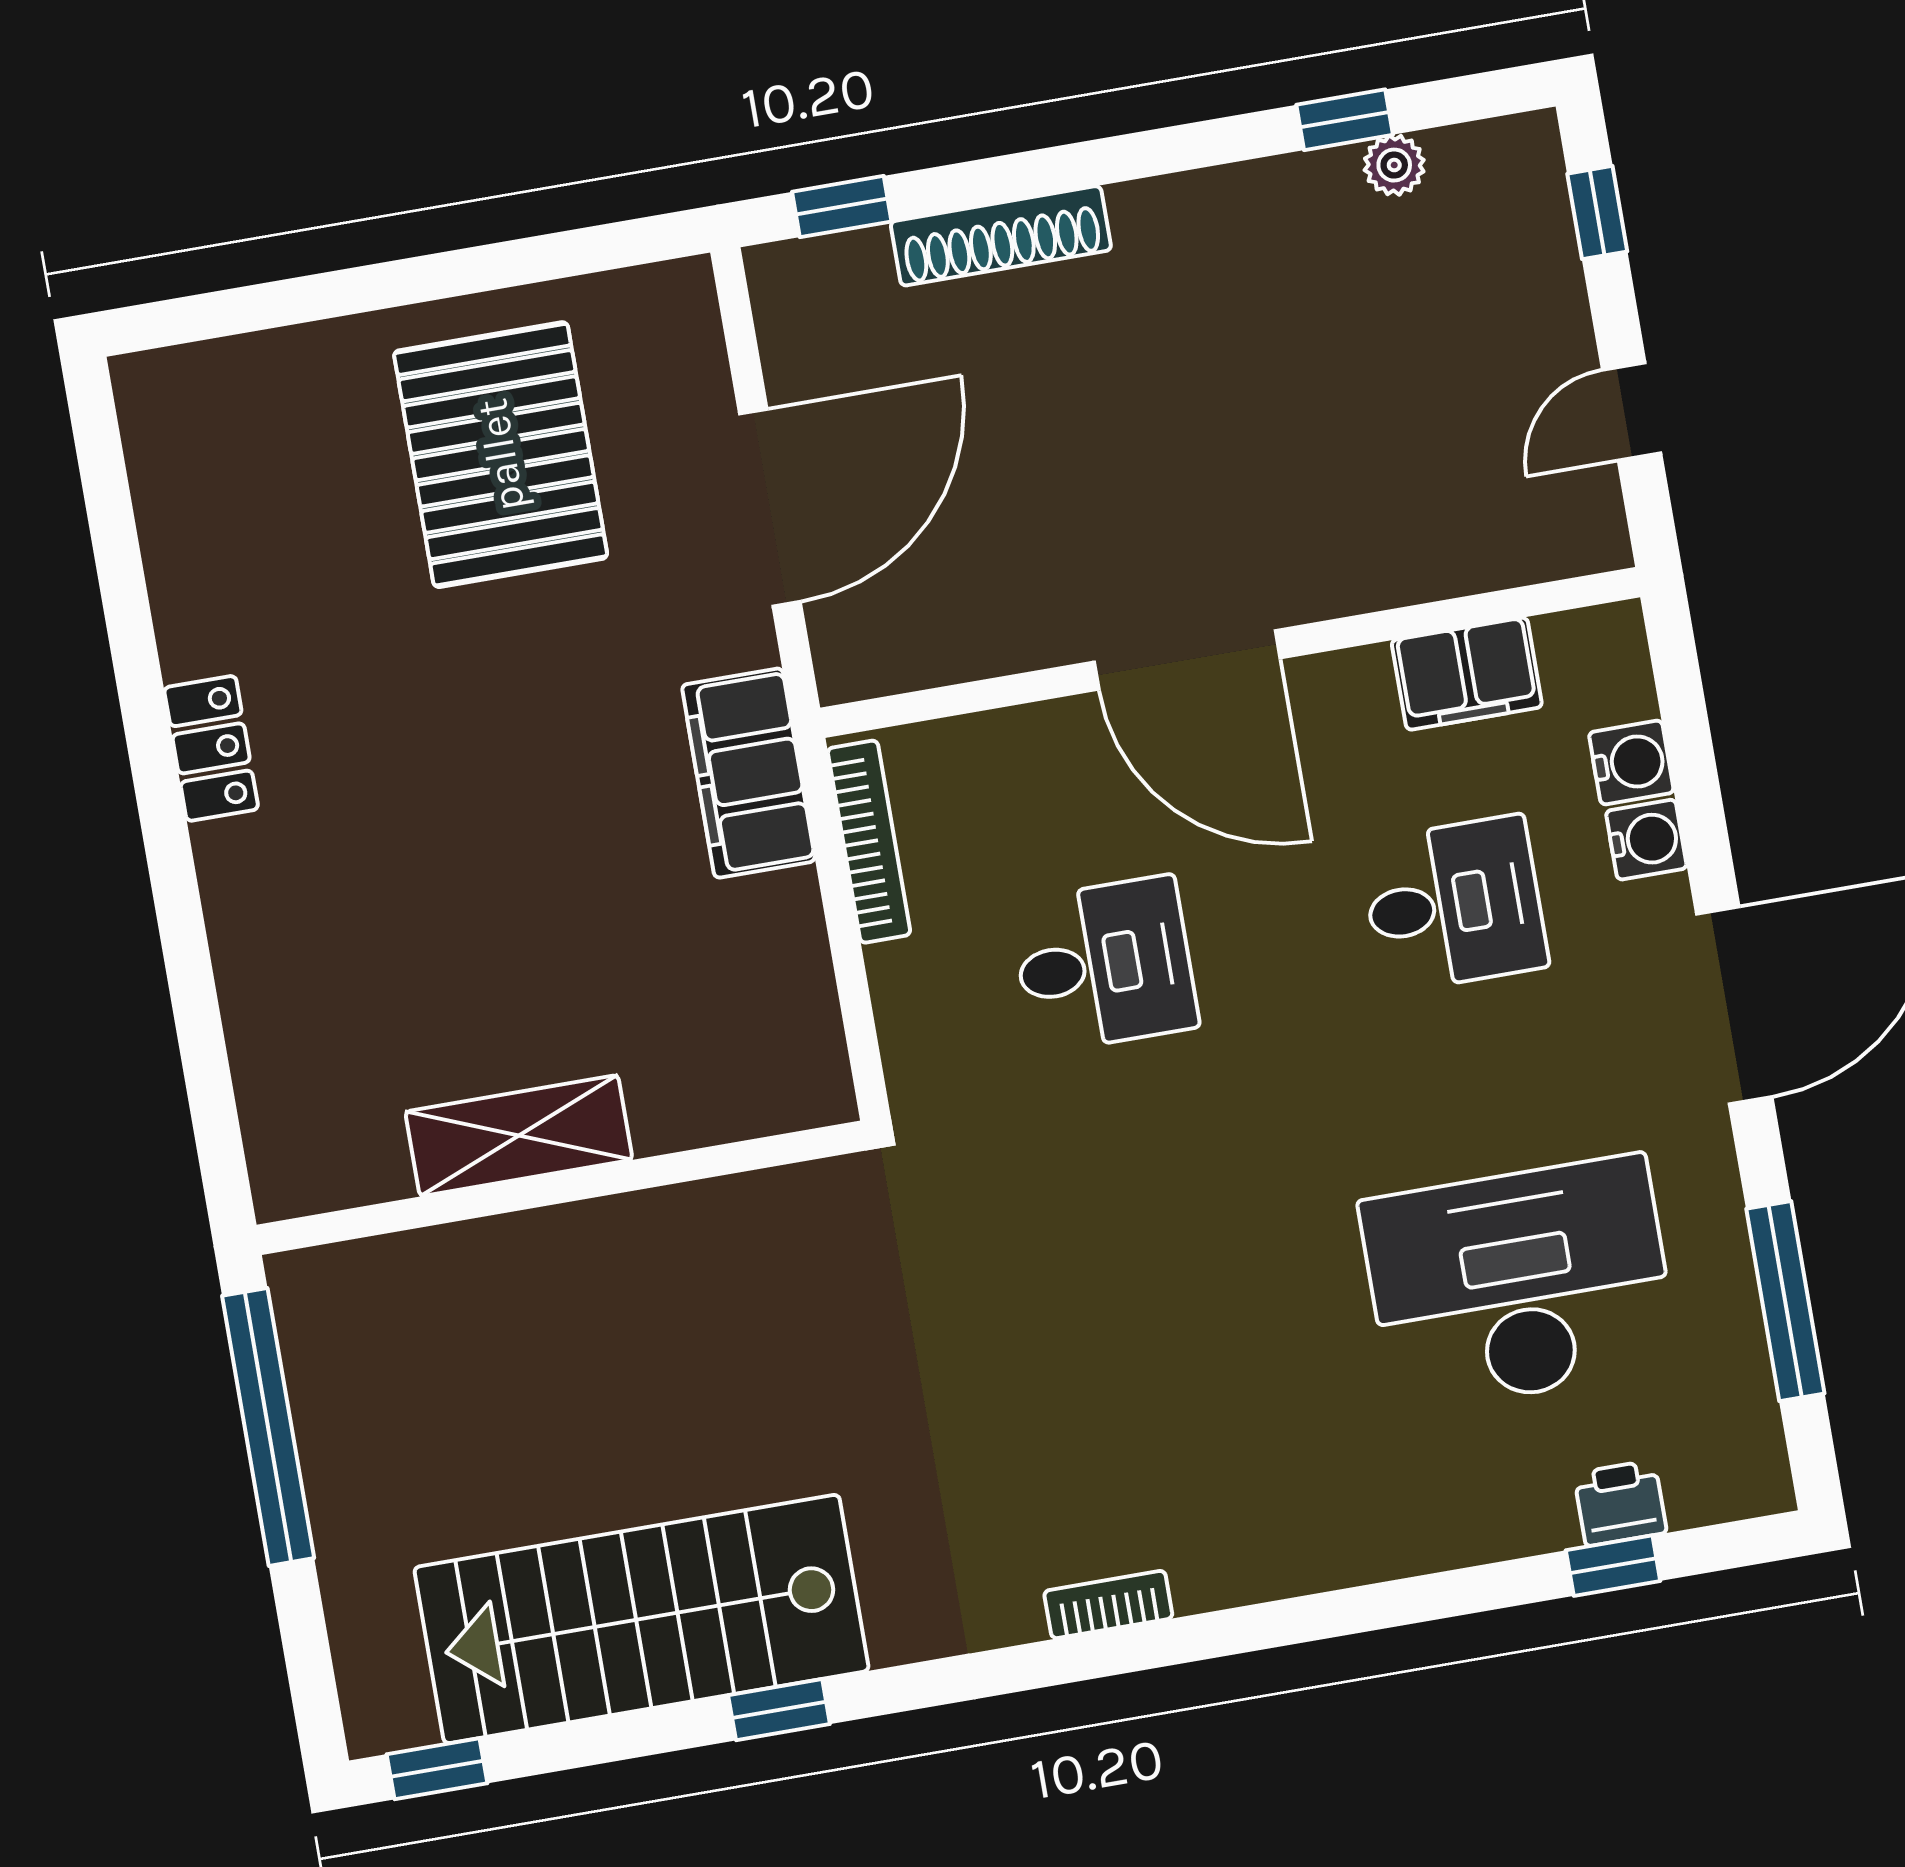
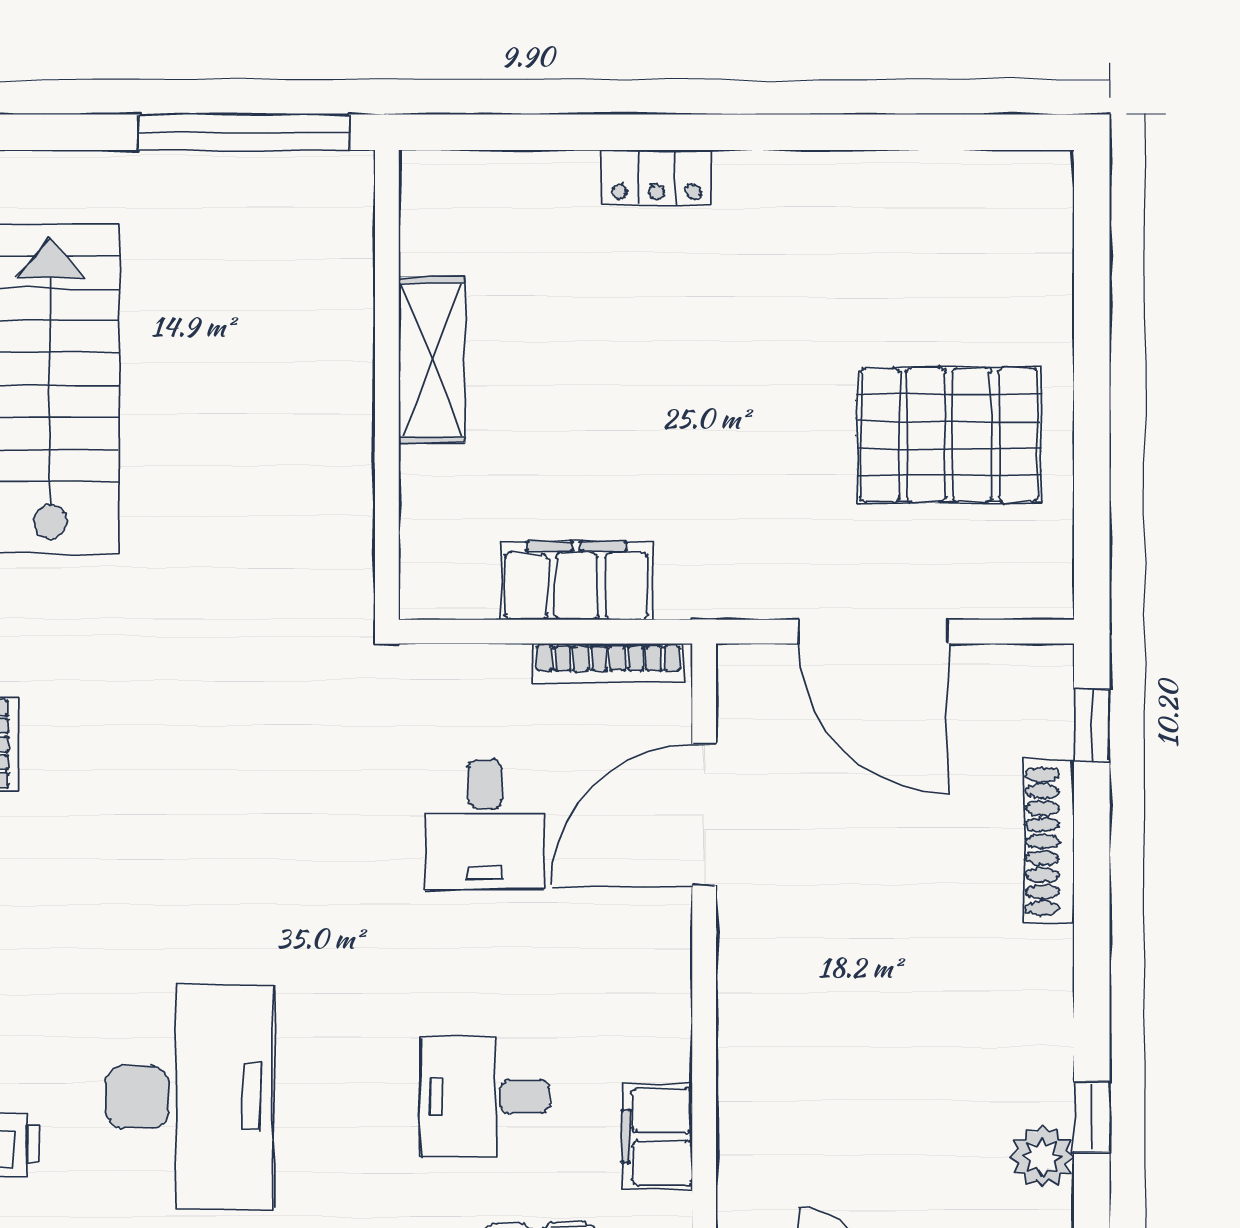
plant: (1394, 165) -> (1042, 1157), width x1.38, depth x1.38
door: (1187, 660) -> (704, 815), moved
locker: (211, 748) -> (657, 178), moved
filing cabinet: (749, 773) -> (576, 581), moved
desk: (1454, 904) -> (485, 1097), turned 90

